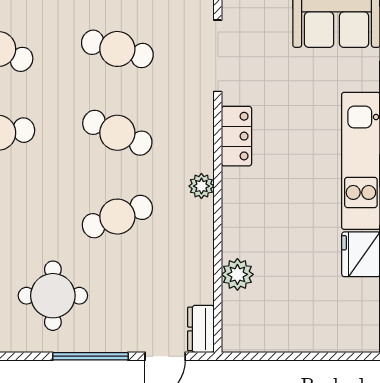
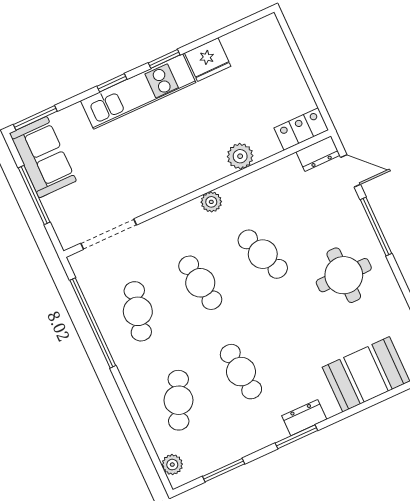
cafe table: (117, 133) -> (200, 283), turned -33
locker: (237, 136) -> (301, 129), moved
plant: (237, 274) -> (240, 156), moved

